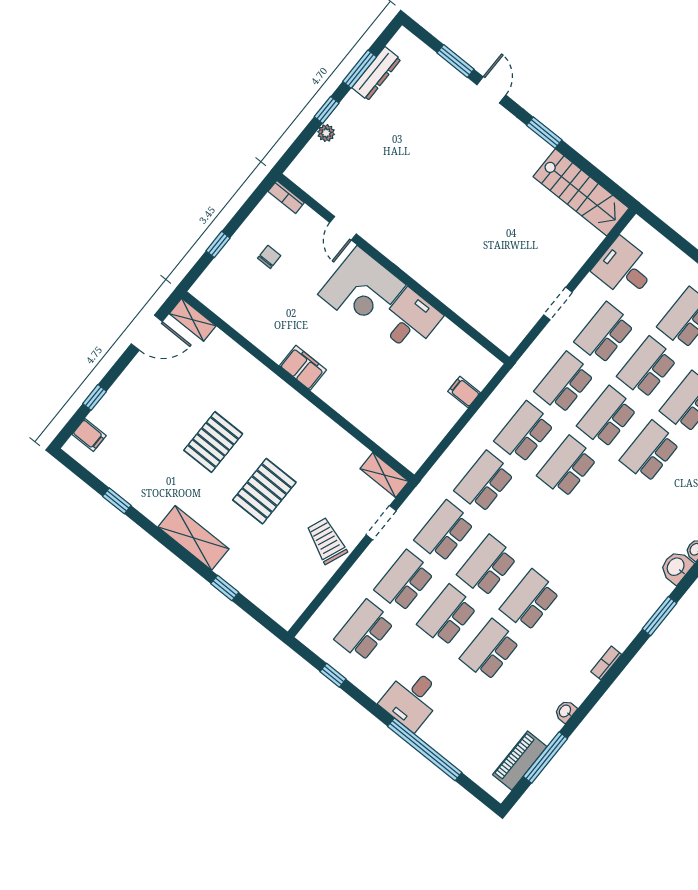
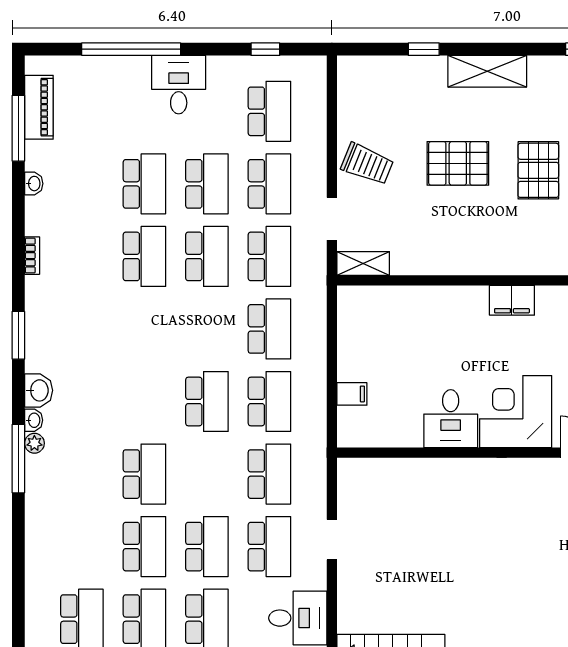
school desk: (607, 417) -> (207, 474), removed
pallet: (264, 491) -> (458, 163), turned 90

